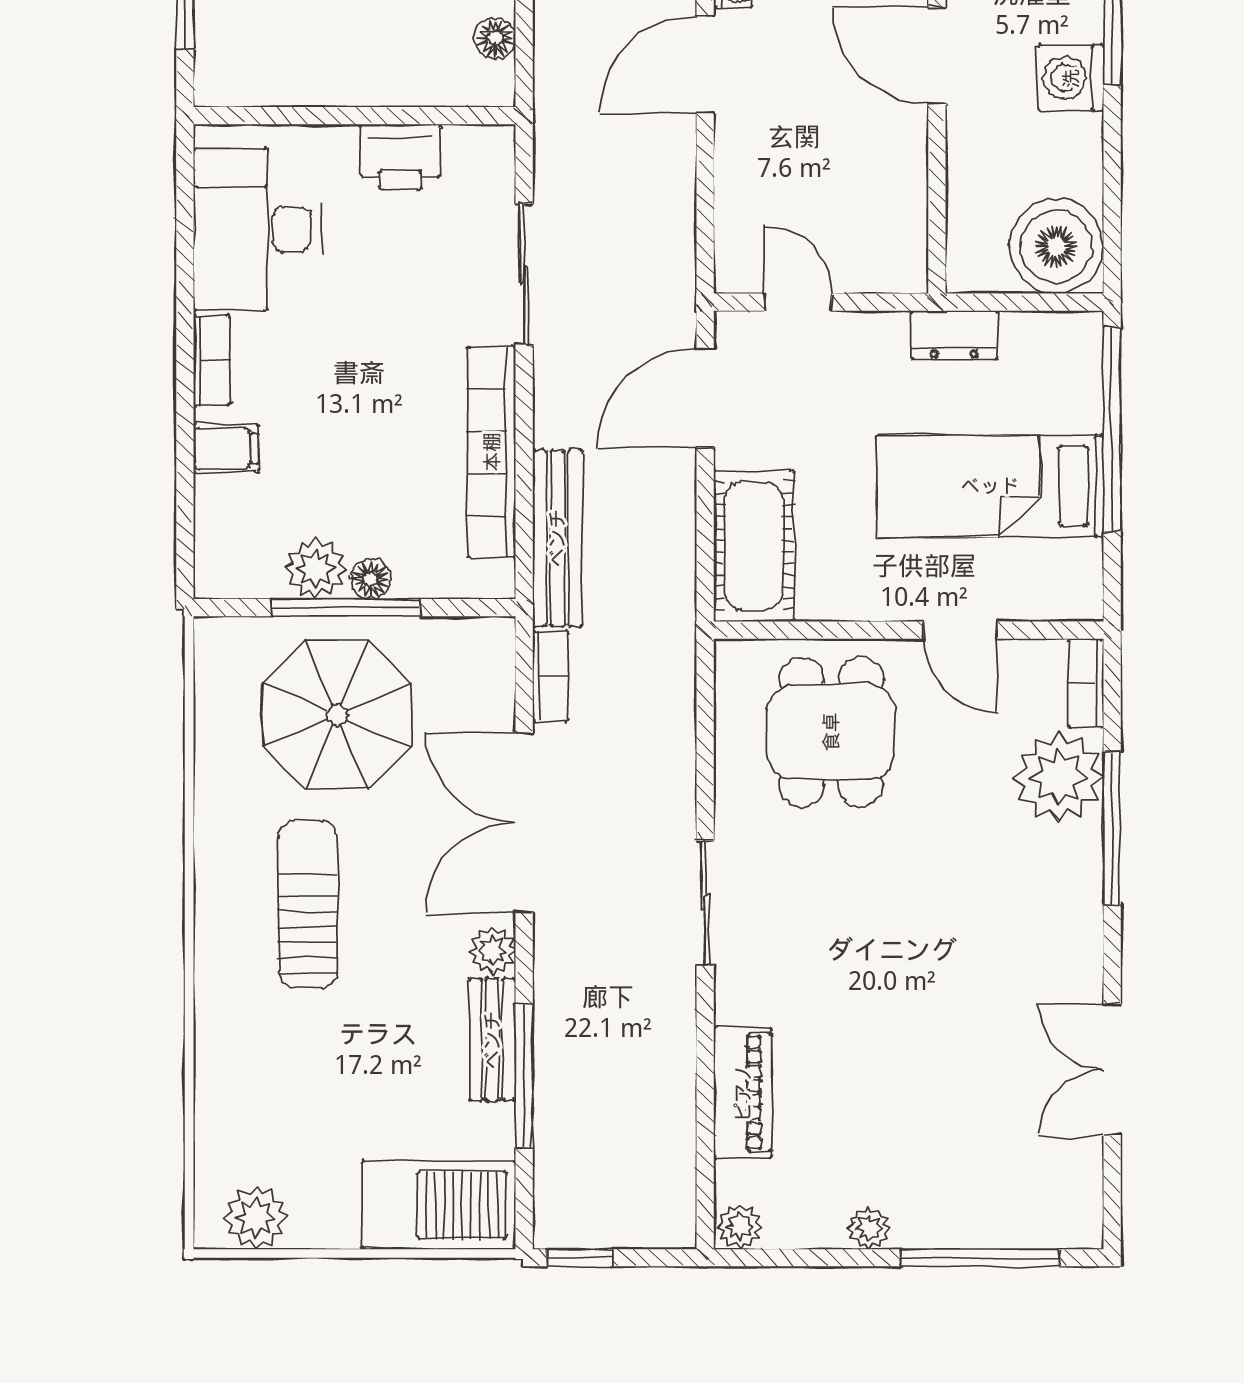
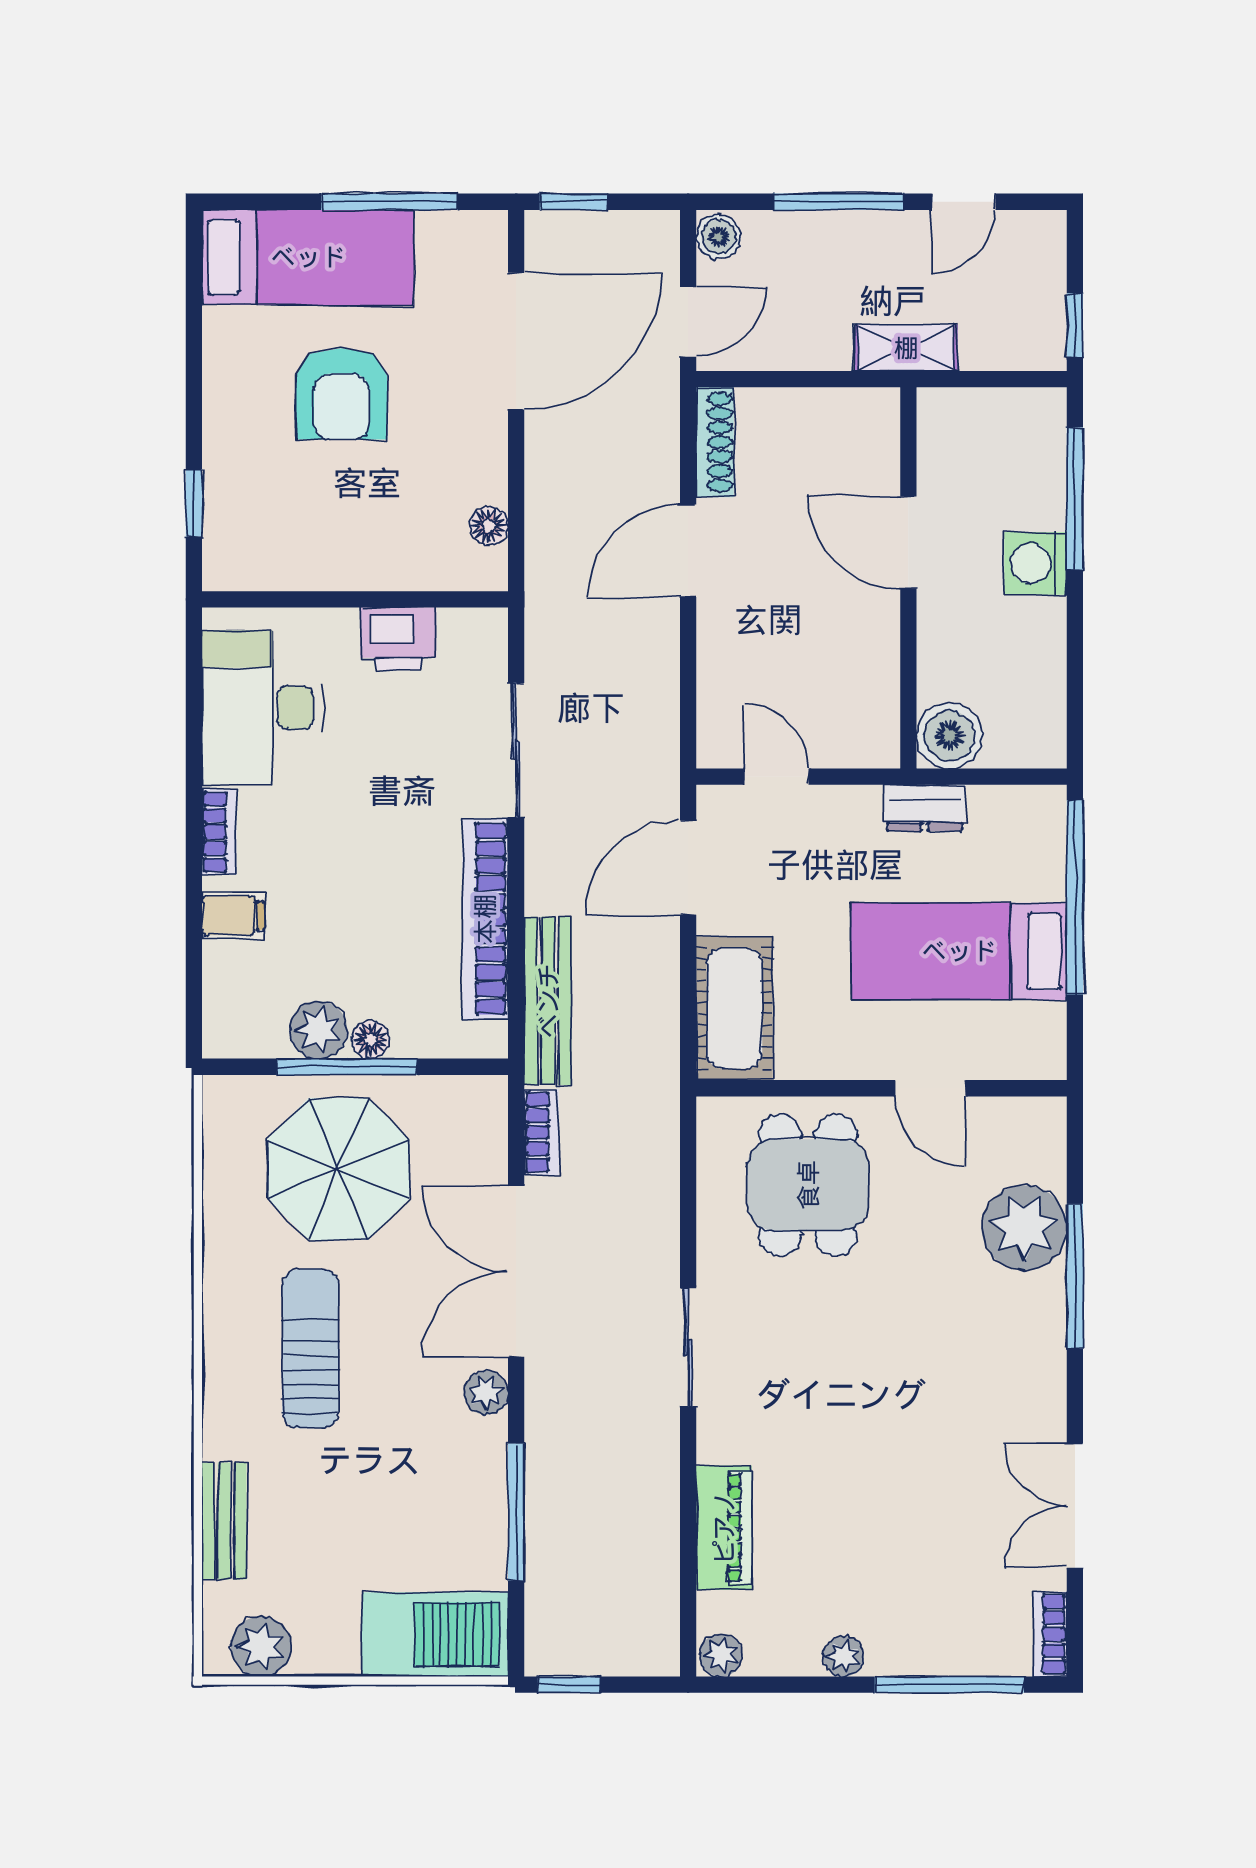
boiler: (1056, 246) -> (949, 736), moved, width x0.73, depth x0.73
bookcase: (1086, 683) -> (1050, 1634), moved
bench: (492, 1040) -> (224, 1521), moved

